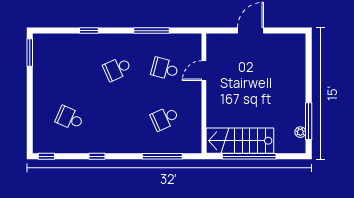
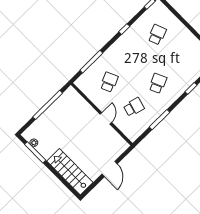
door: (204, 71) -> (106, 118), moved
school desk: (70, 118) -> (157, 35), turned -45
stairs: (240, 141) -> (70, 172), moved, turned -90

